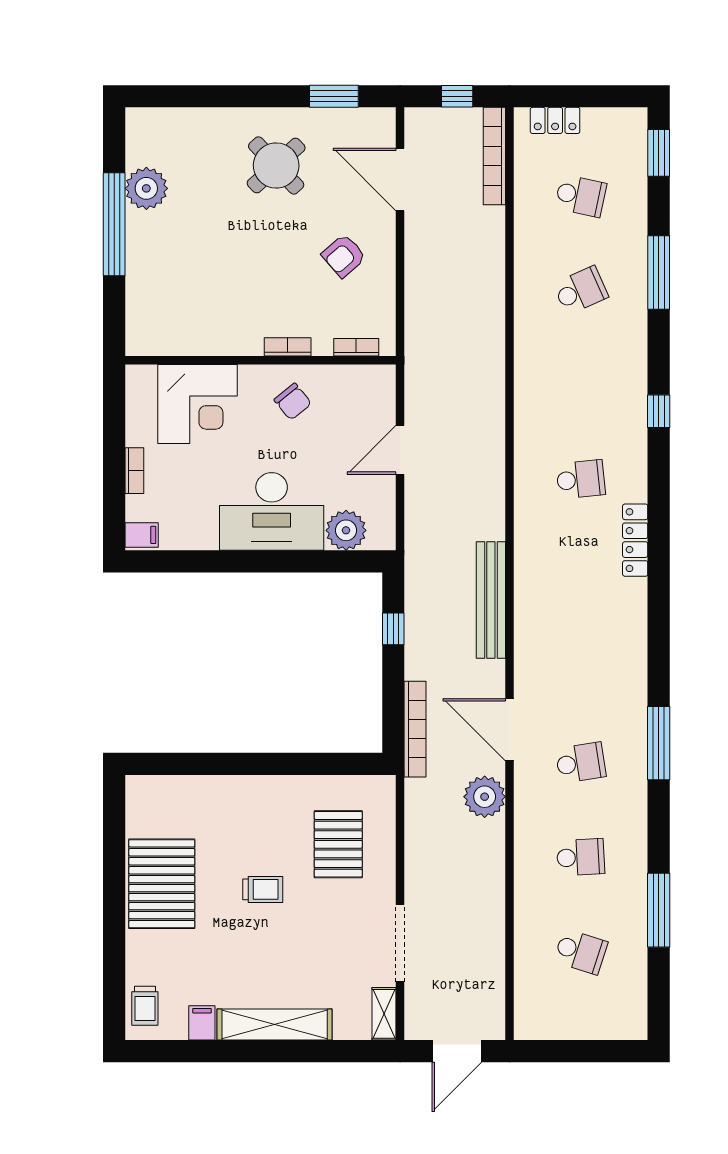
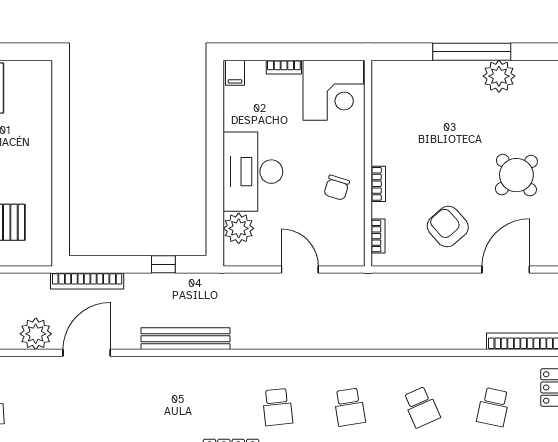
armchair: (344, 256) -> (448, 227), width x1.38, depth x1.38
chair: (293, 402) -> (337, 188), turned -34
corner desk: (197, 404) -> (333, 90), moved, turned -90
school desk: (581, 763) -> (349, 407), moved

